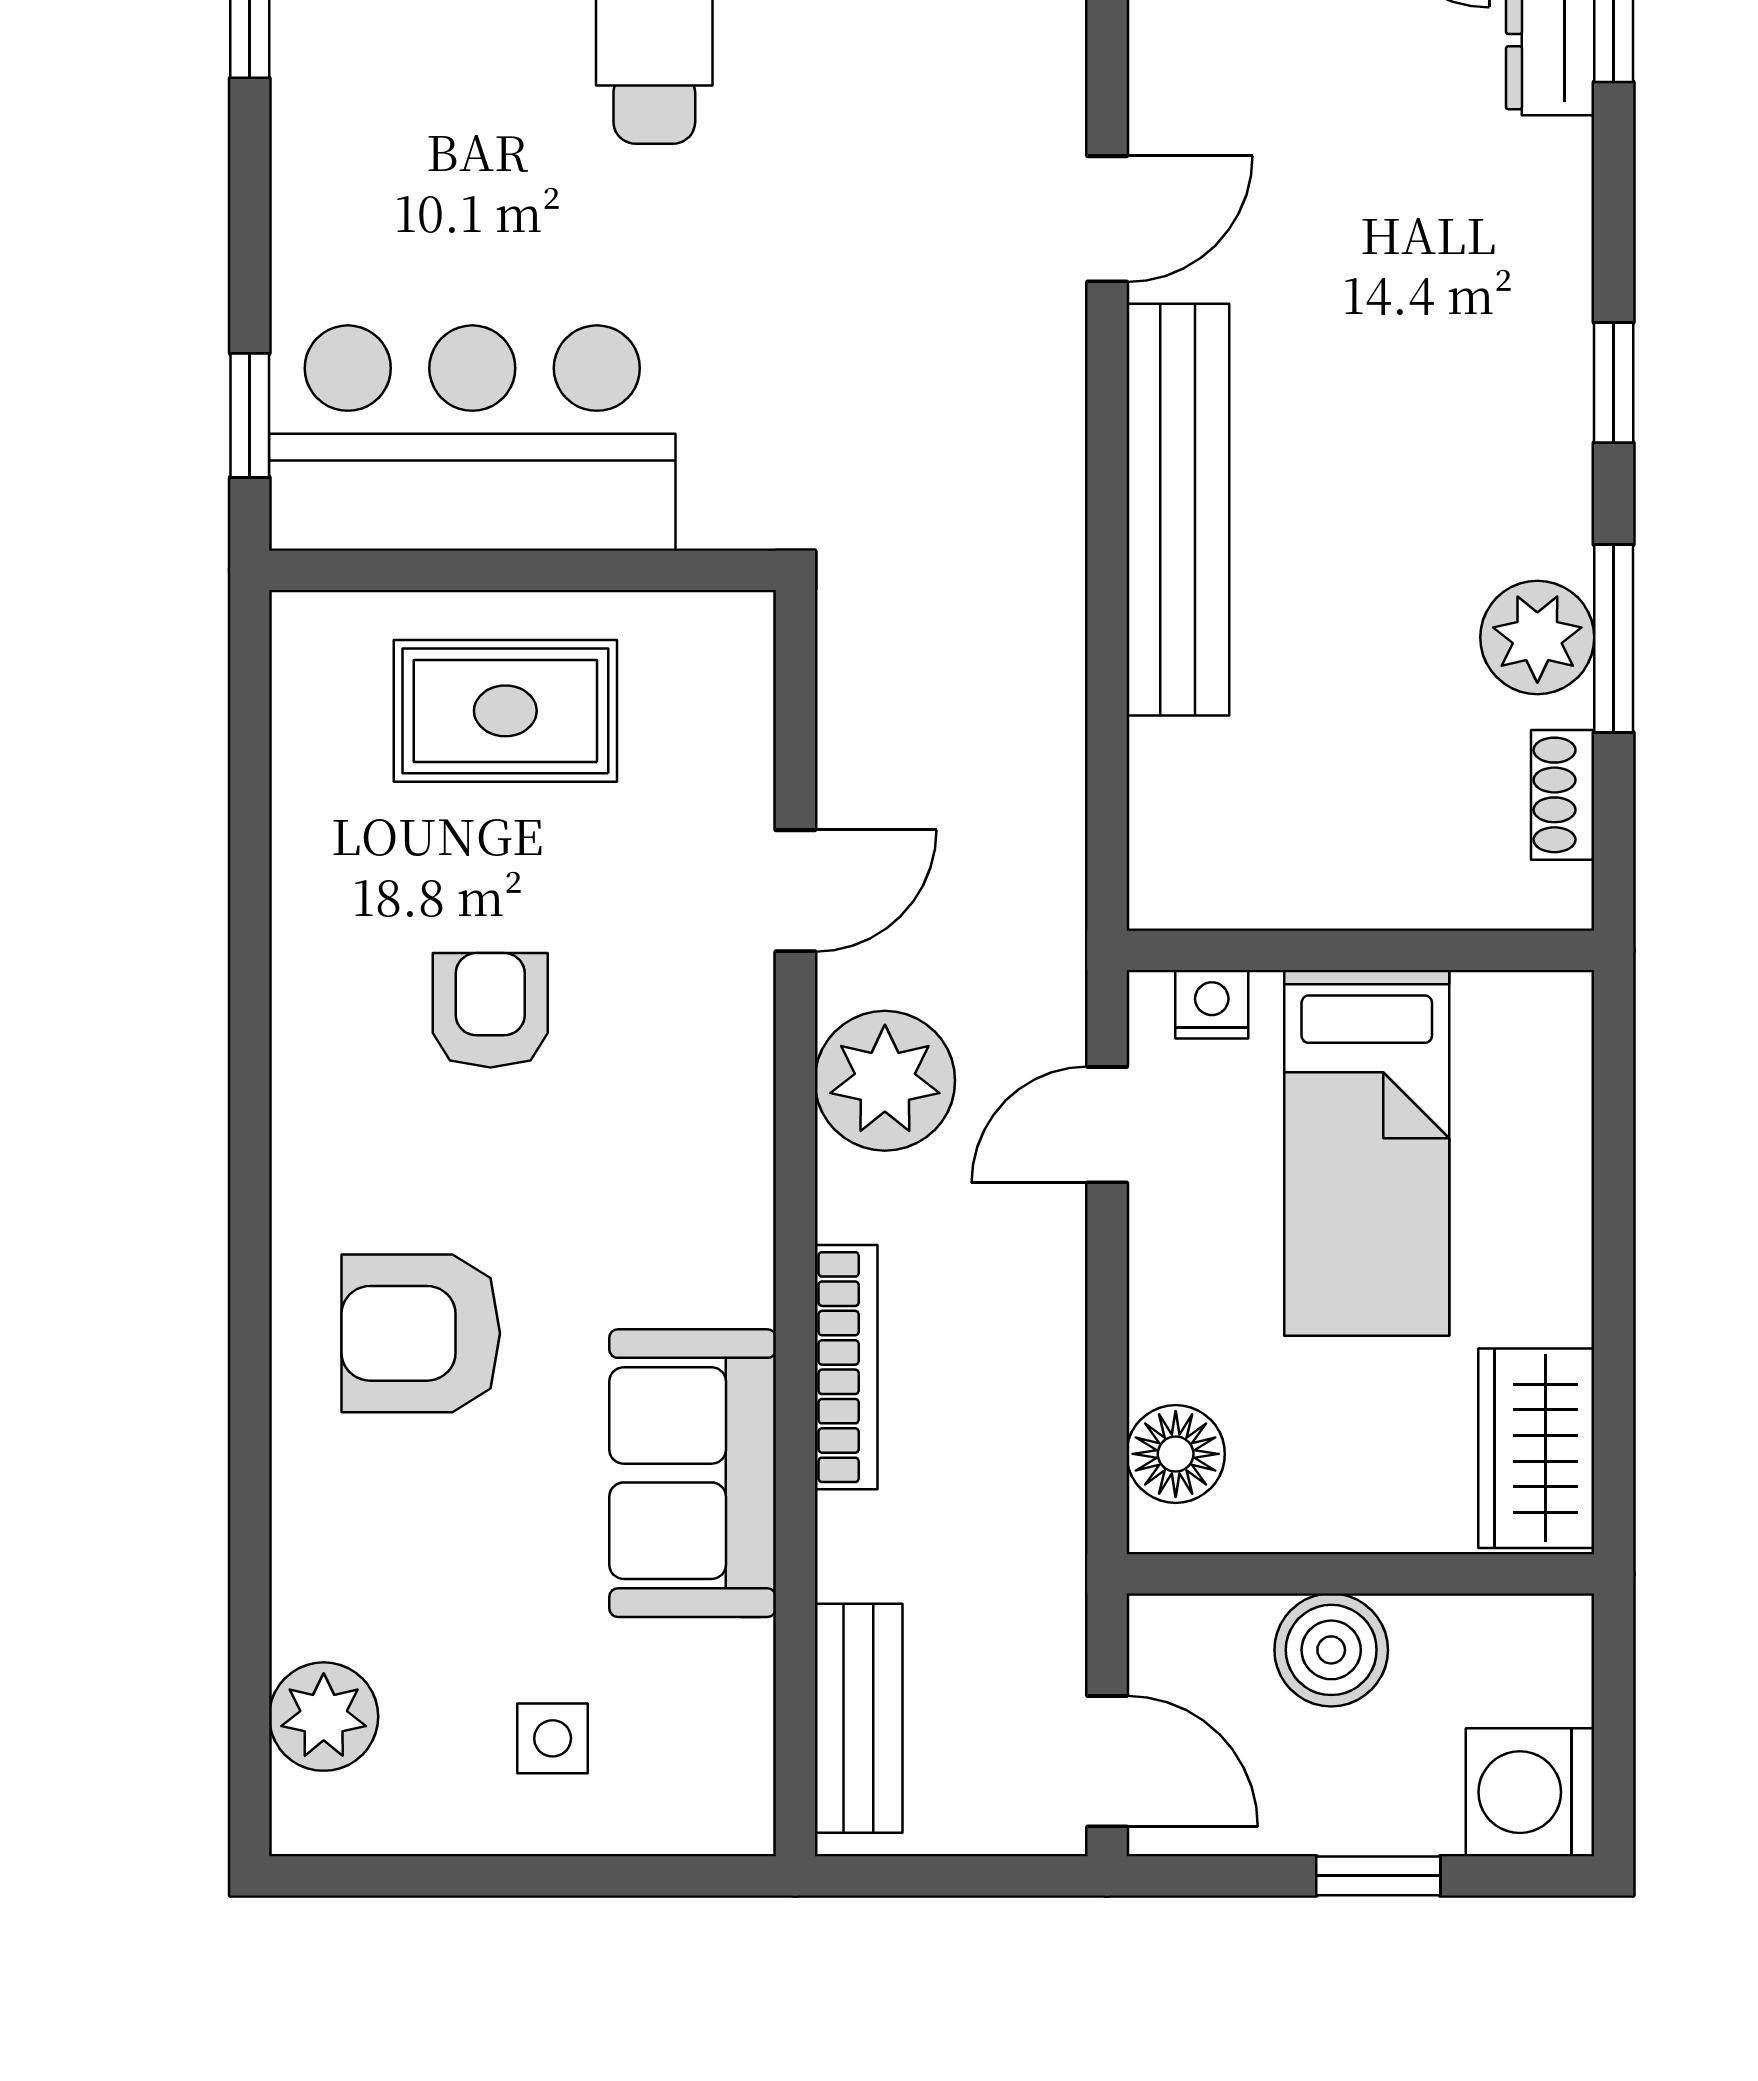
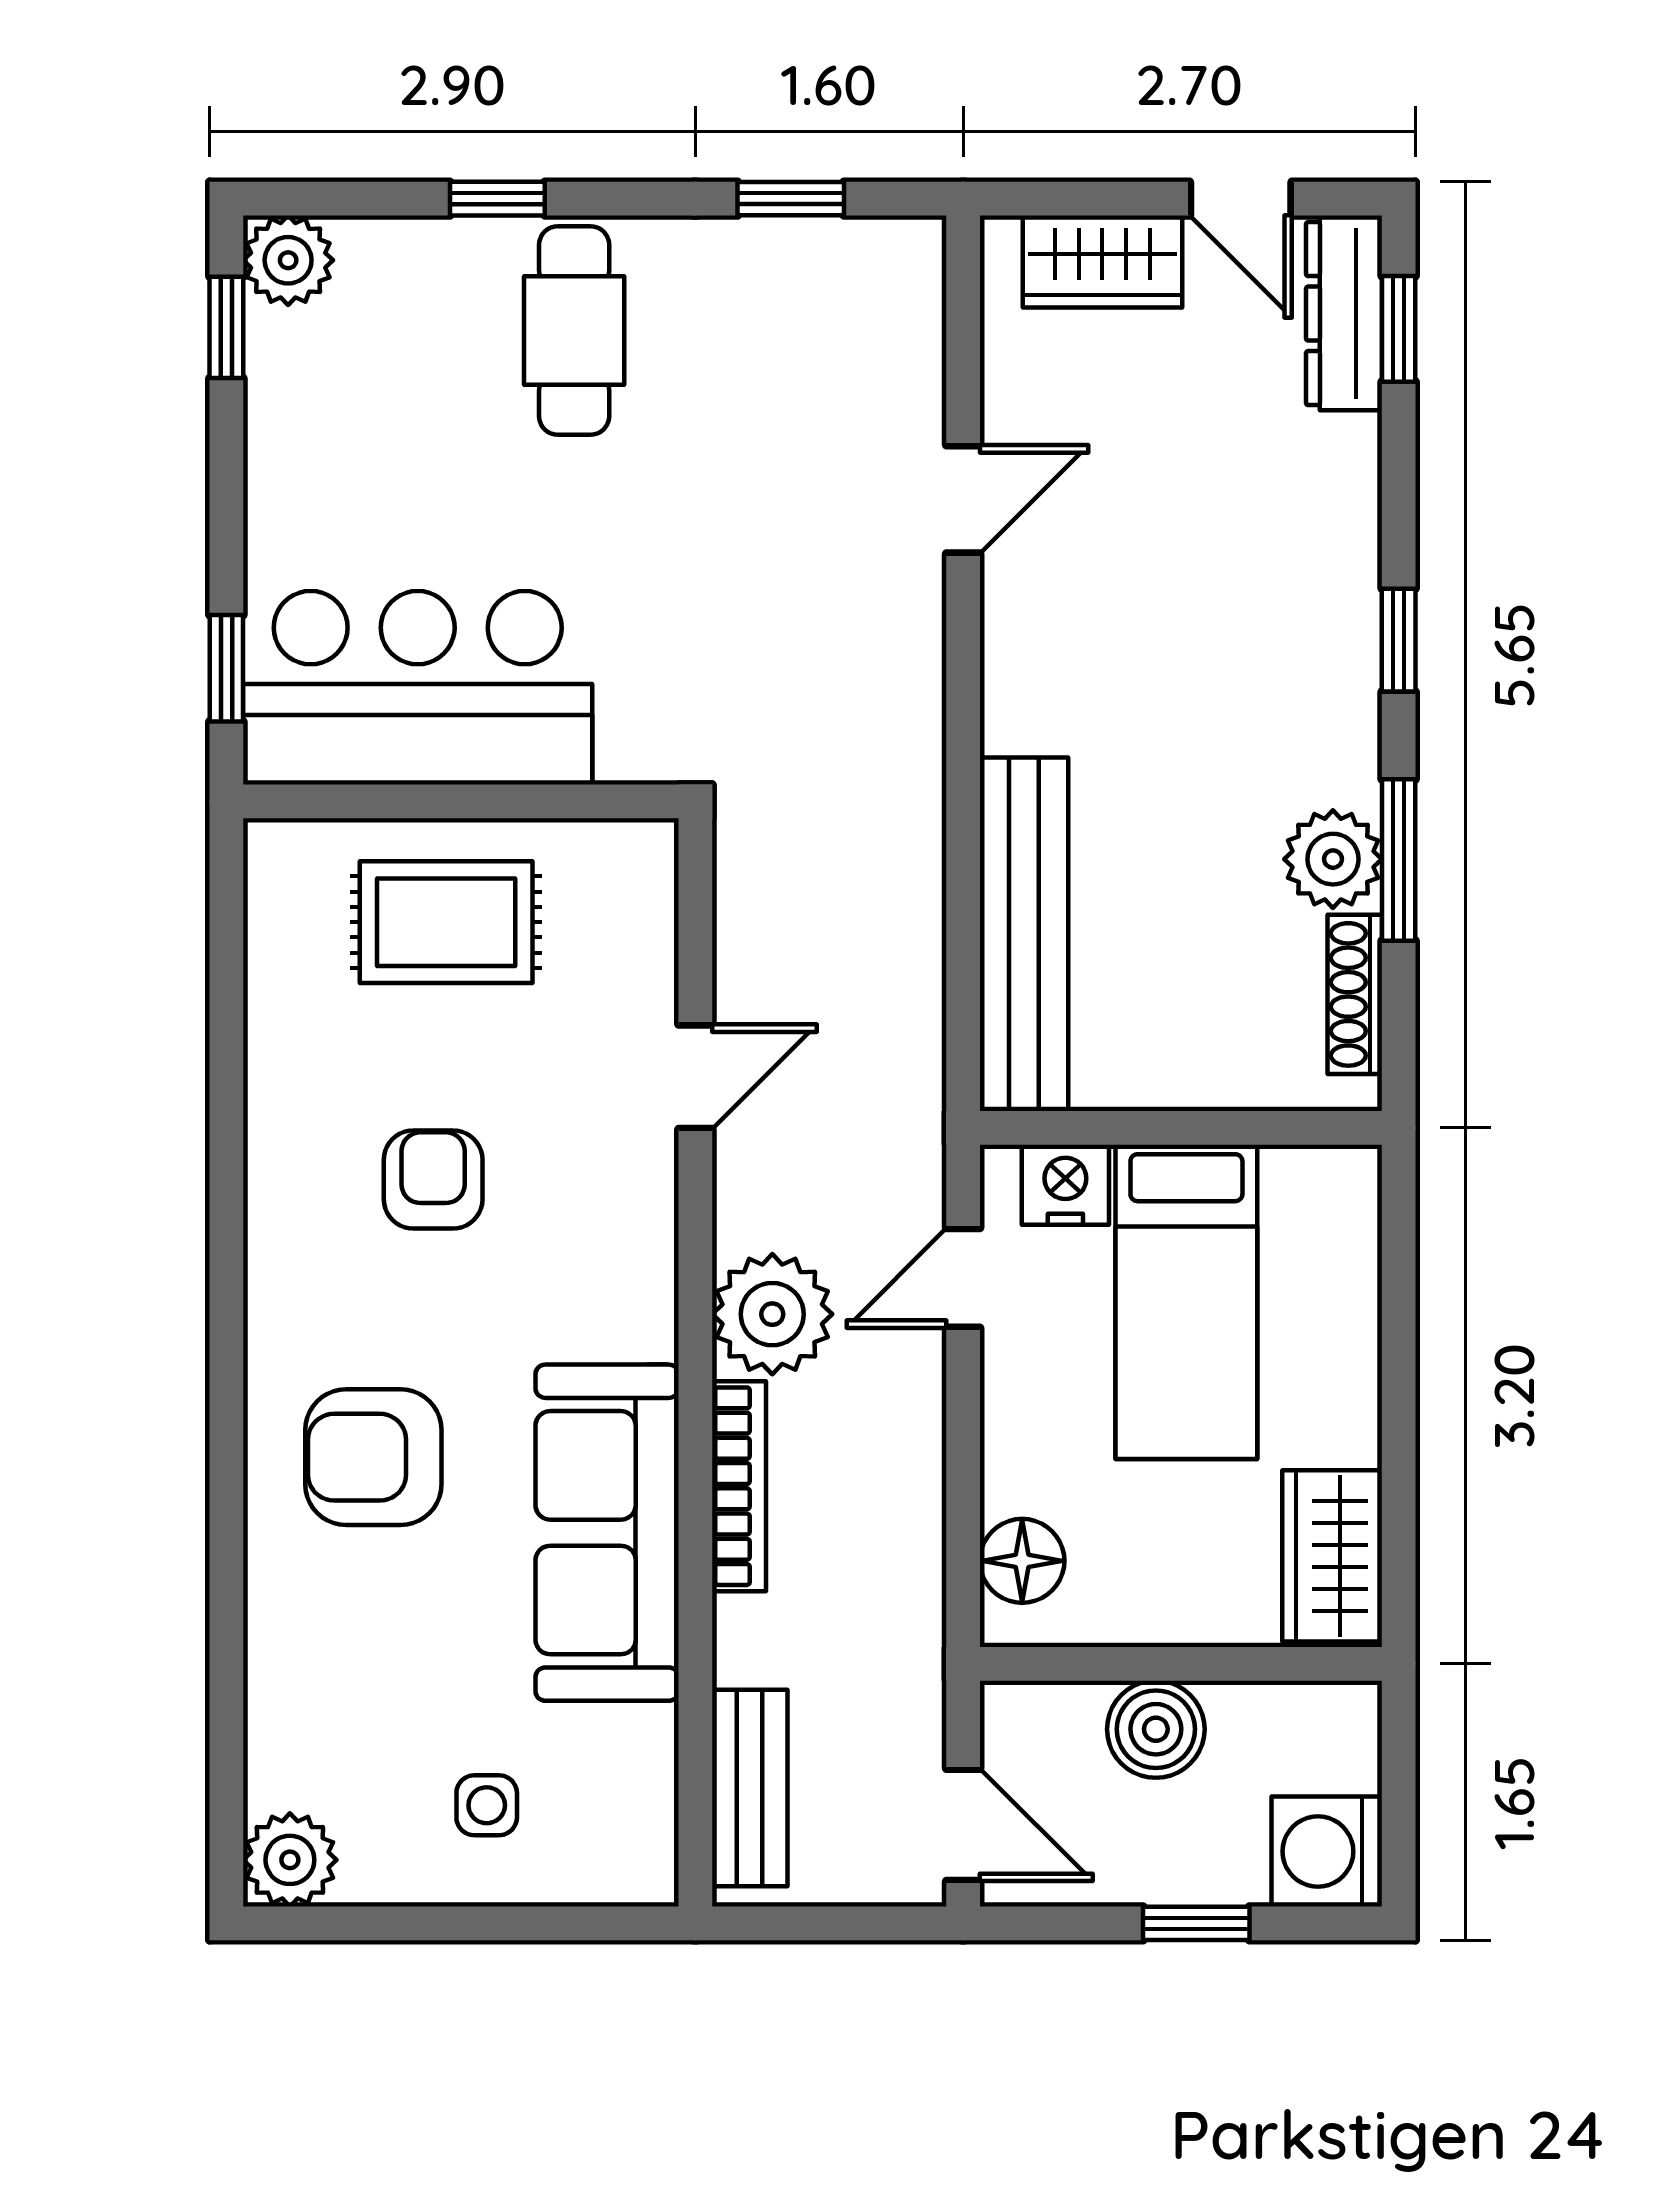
bench: (1178, 510) -> (1024, 934), moved
shoe rack: (1563, 795) -> (1355, 994), width x1.43
nightstand: (1212, 1004) -> (1065, 1185), width x1.39, depth x1.35
plant: (885, 1081) -> (772, 1314), moved
sofa: (693, 1473) -> (607, 1533), width x1.36
plant: (324, 1717) -> (290, 1860), moved

